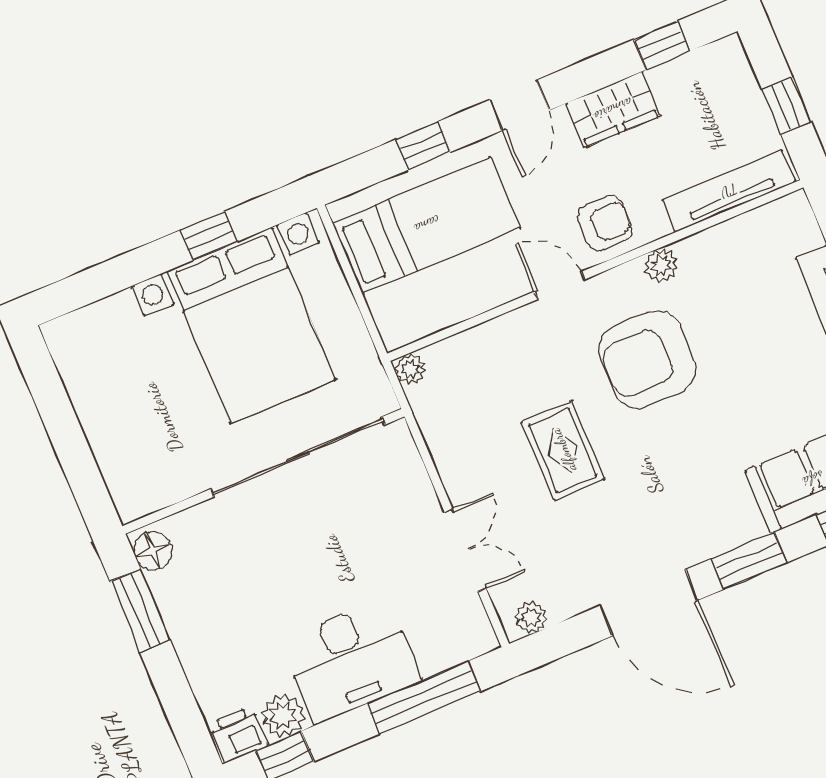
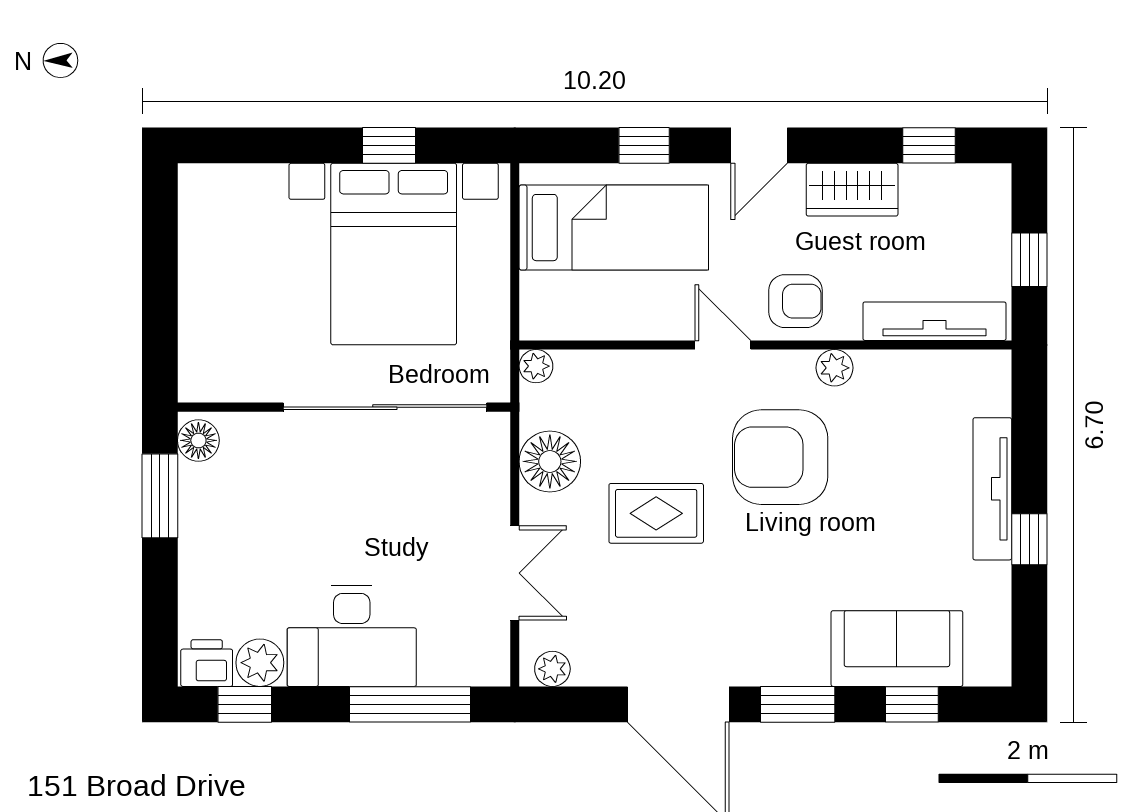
floor lamp: (455, 444) -> (550, 461), added
rug: (563, 450) -> (656, 513), turned 90

